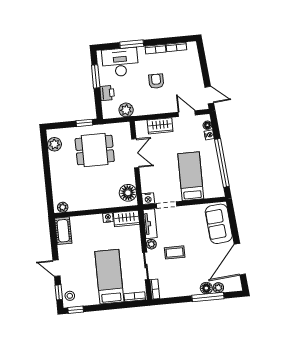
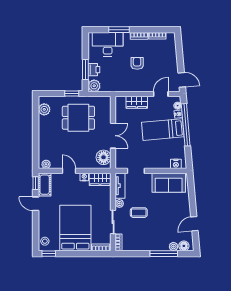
window: (96, 76) -> (85, 70), moved
plant: (126, 110) -> (94, 86), moved
door: (187, 114) -> (161, 94), hinge flipped
double door: (135, 153) -> (113, 136), moved
window: (222, 163) -> (186, 125), moved
bed: (191, 176) -> (163, 130), moved, turned -95
nightstand: (148, 199) -> (176, 164), moved
door: (90, 212) -> (69, 171), added
sofa: (219, 224) -> (169, 183), moved, turned -85
door: (240, 259) -> (194, 224), width x0.53
door: (56, 268) -> (36, 204), moved
bed: (109, 277) -> (75, 228), width x1.50
floor lamp: (206, 288) -> (184, 246), moved
window: (59, 292) -> (36, 183), moved

